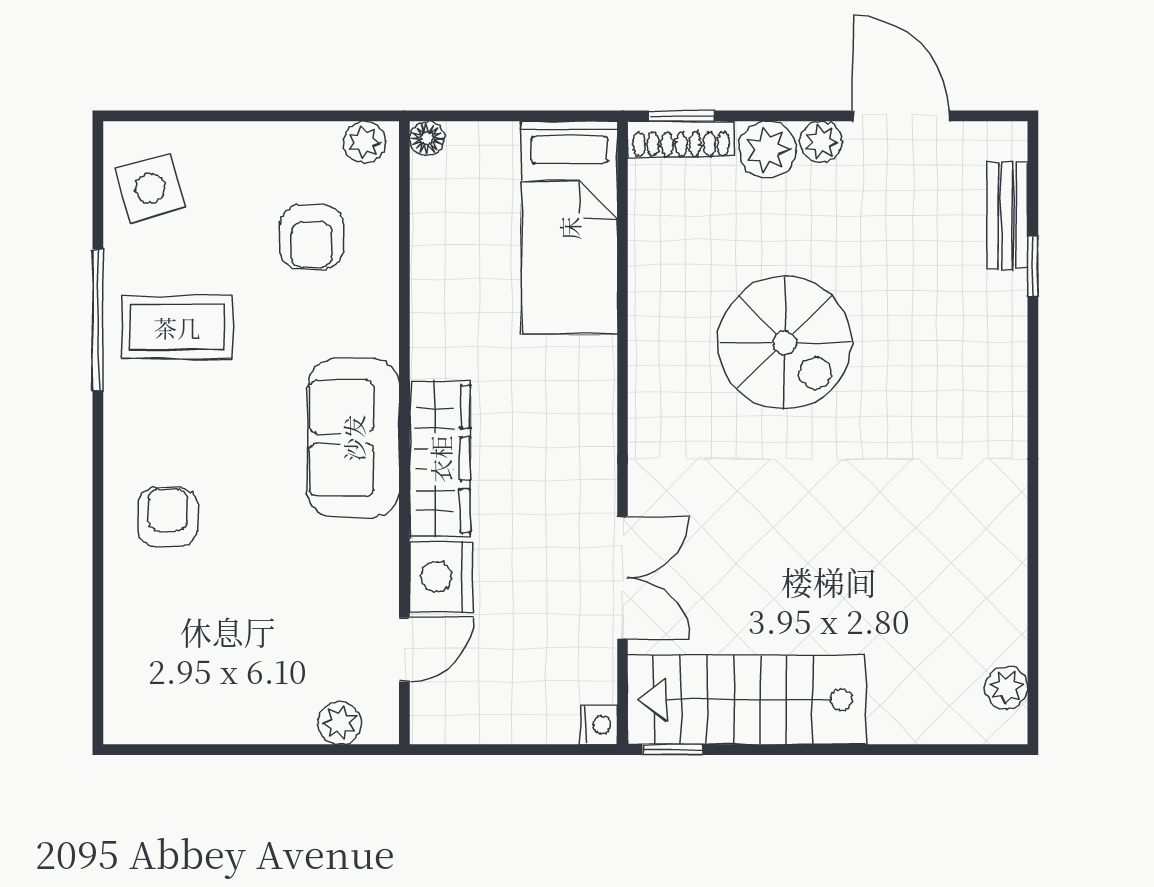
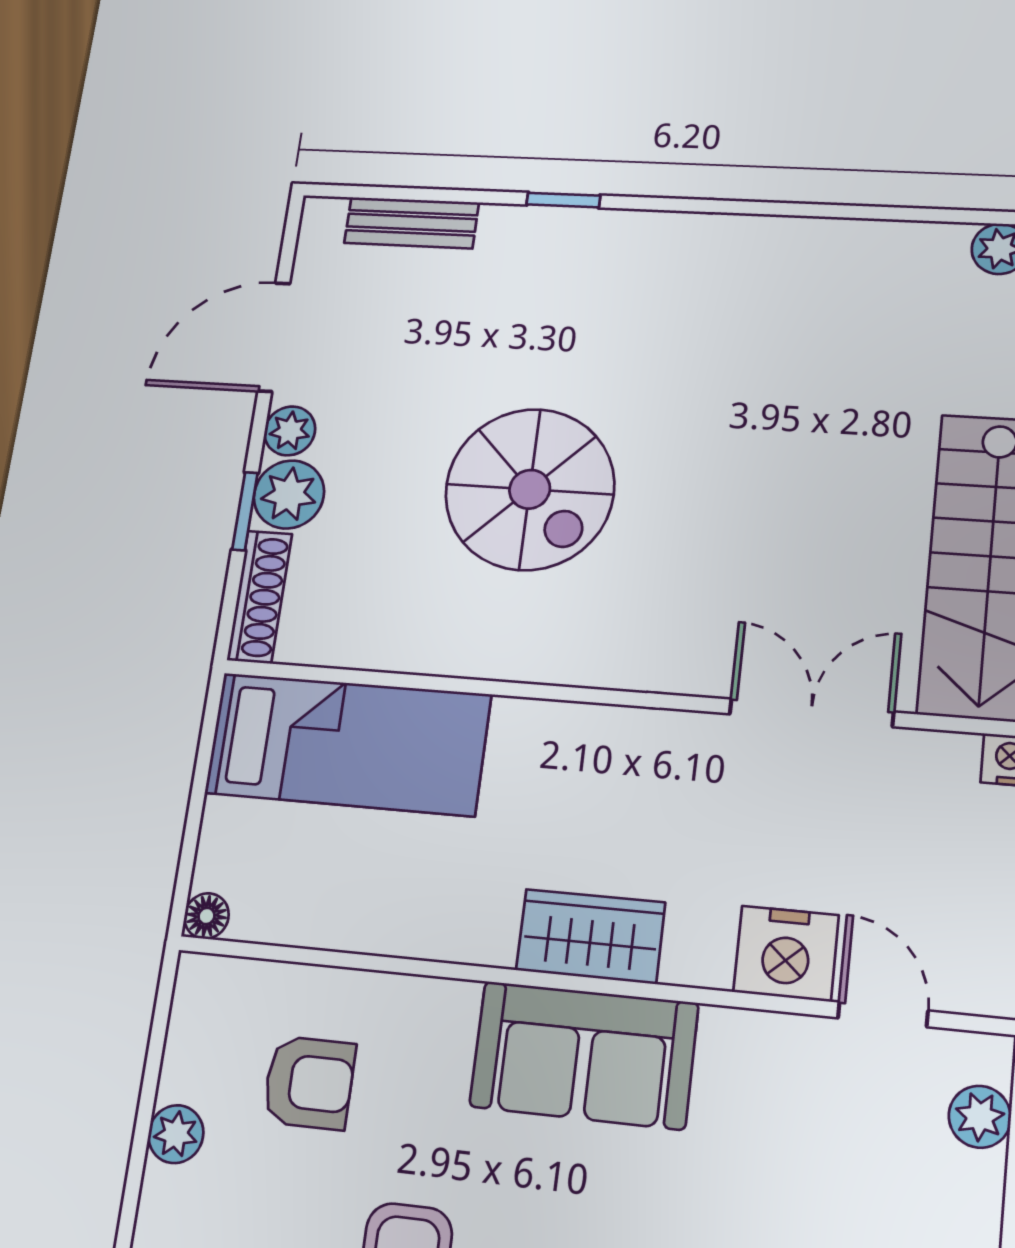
window: (682, 116) -> (245, 511), moved
plant: (365, 142) -> (176, 1134), moved
window: (1033, 266) -> (563, 200), moved
spiral stairs: (784, 343) -> (530, 489), turned 90
wardrobe: (440, 459) -> (591, 936), width x0.67

